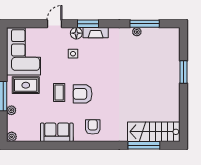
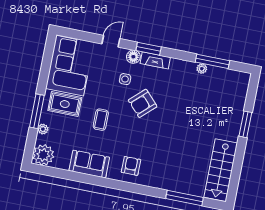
armchair: (83, 94) -> (143, 103), moved, turned -43
stairs: (154, 132) -> (221, 170), moved, turned -90
plant: (12, 137) -> (43, 155), width x1.88, depth x1.88

